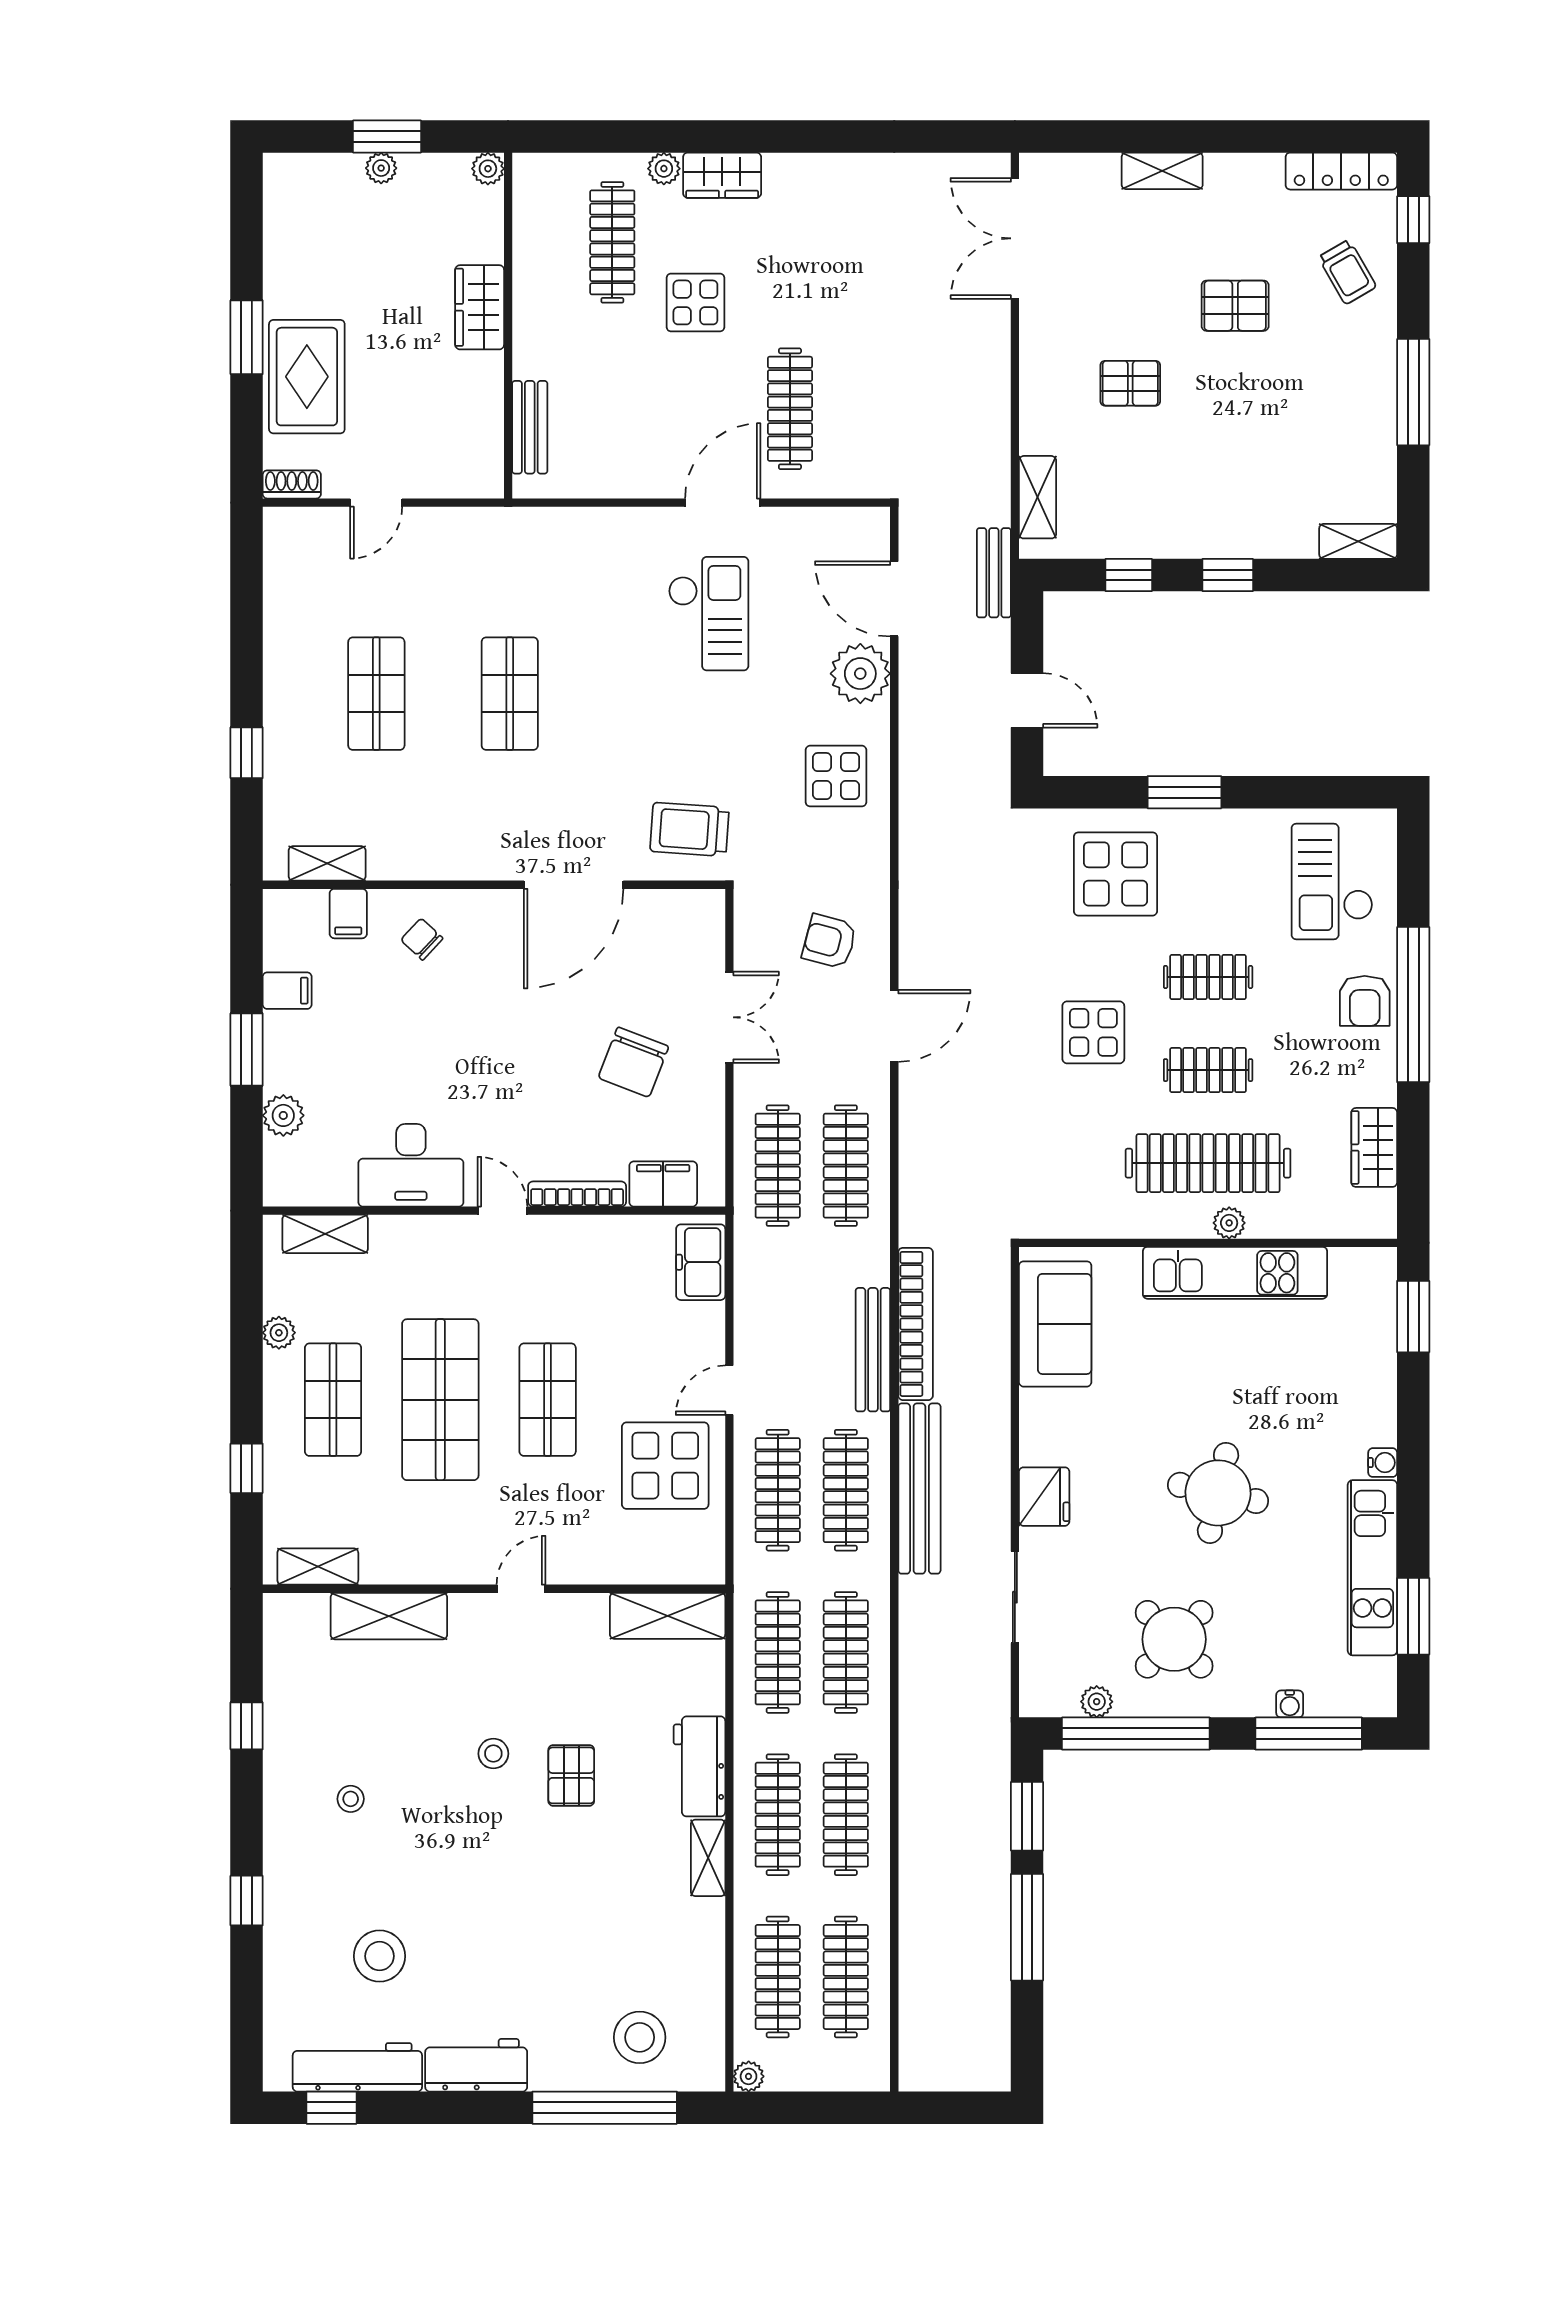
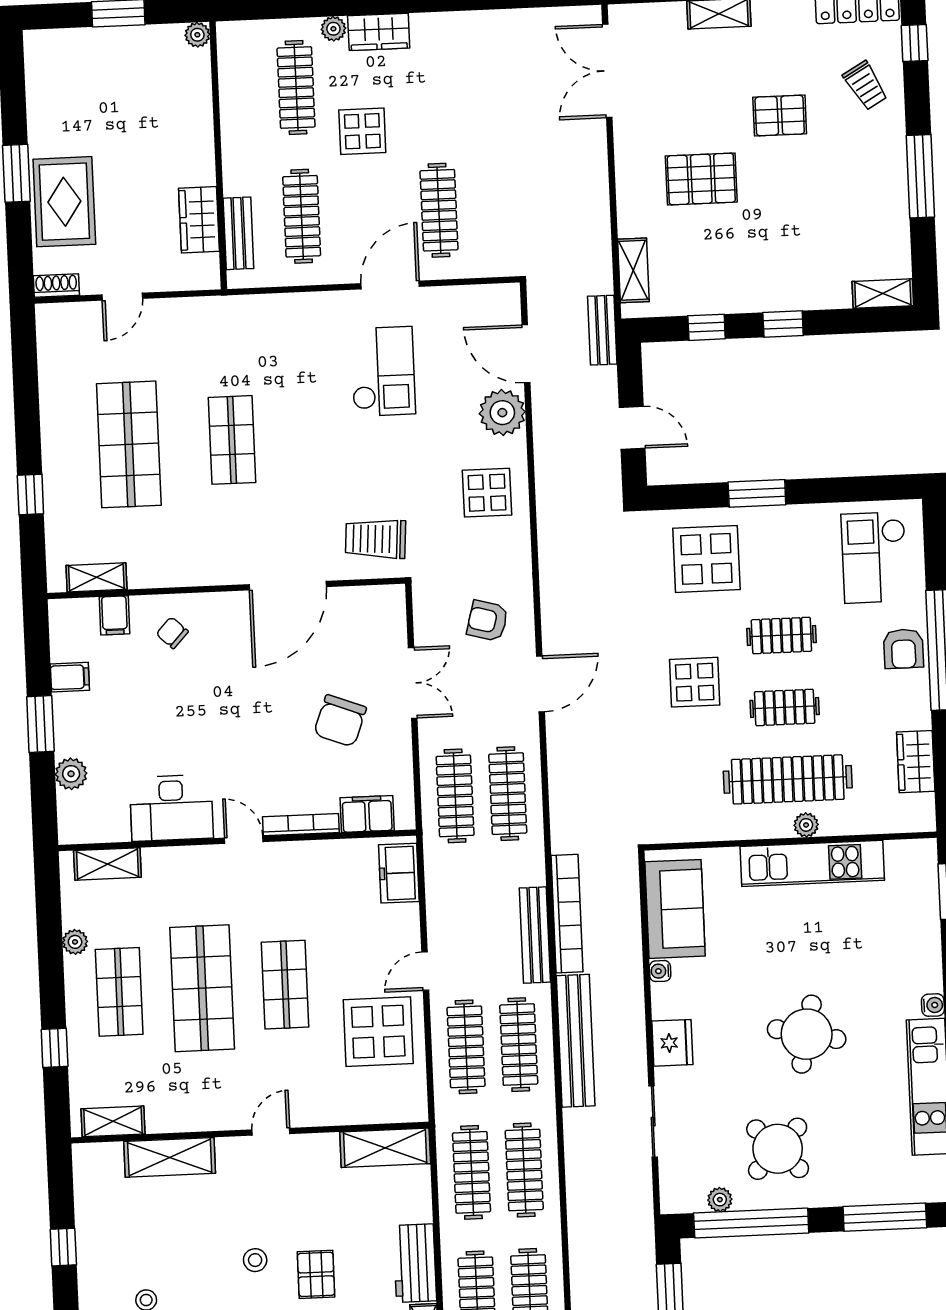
plant: (381, 168) -> (115, 38), removed
wardrobe: (480, 307) -> (199, 220), moved
pallet: (1130, 383) -> (701, 179), width x1.50, depth x1.42
clothes rail: (612, 409) -> (302, 216), added
shop shelf: (376, 694) -> (129, 444), width x1.43, depth x1.36
water cooler: (1290, 1704) -> (660, 971), moved, turned 90

